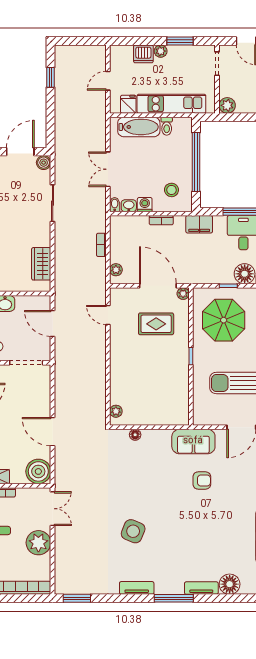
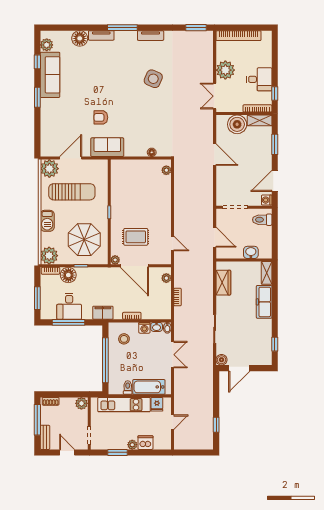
boiler: (38, 471) -> (237, 124), moved

